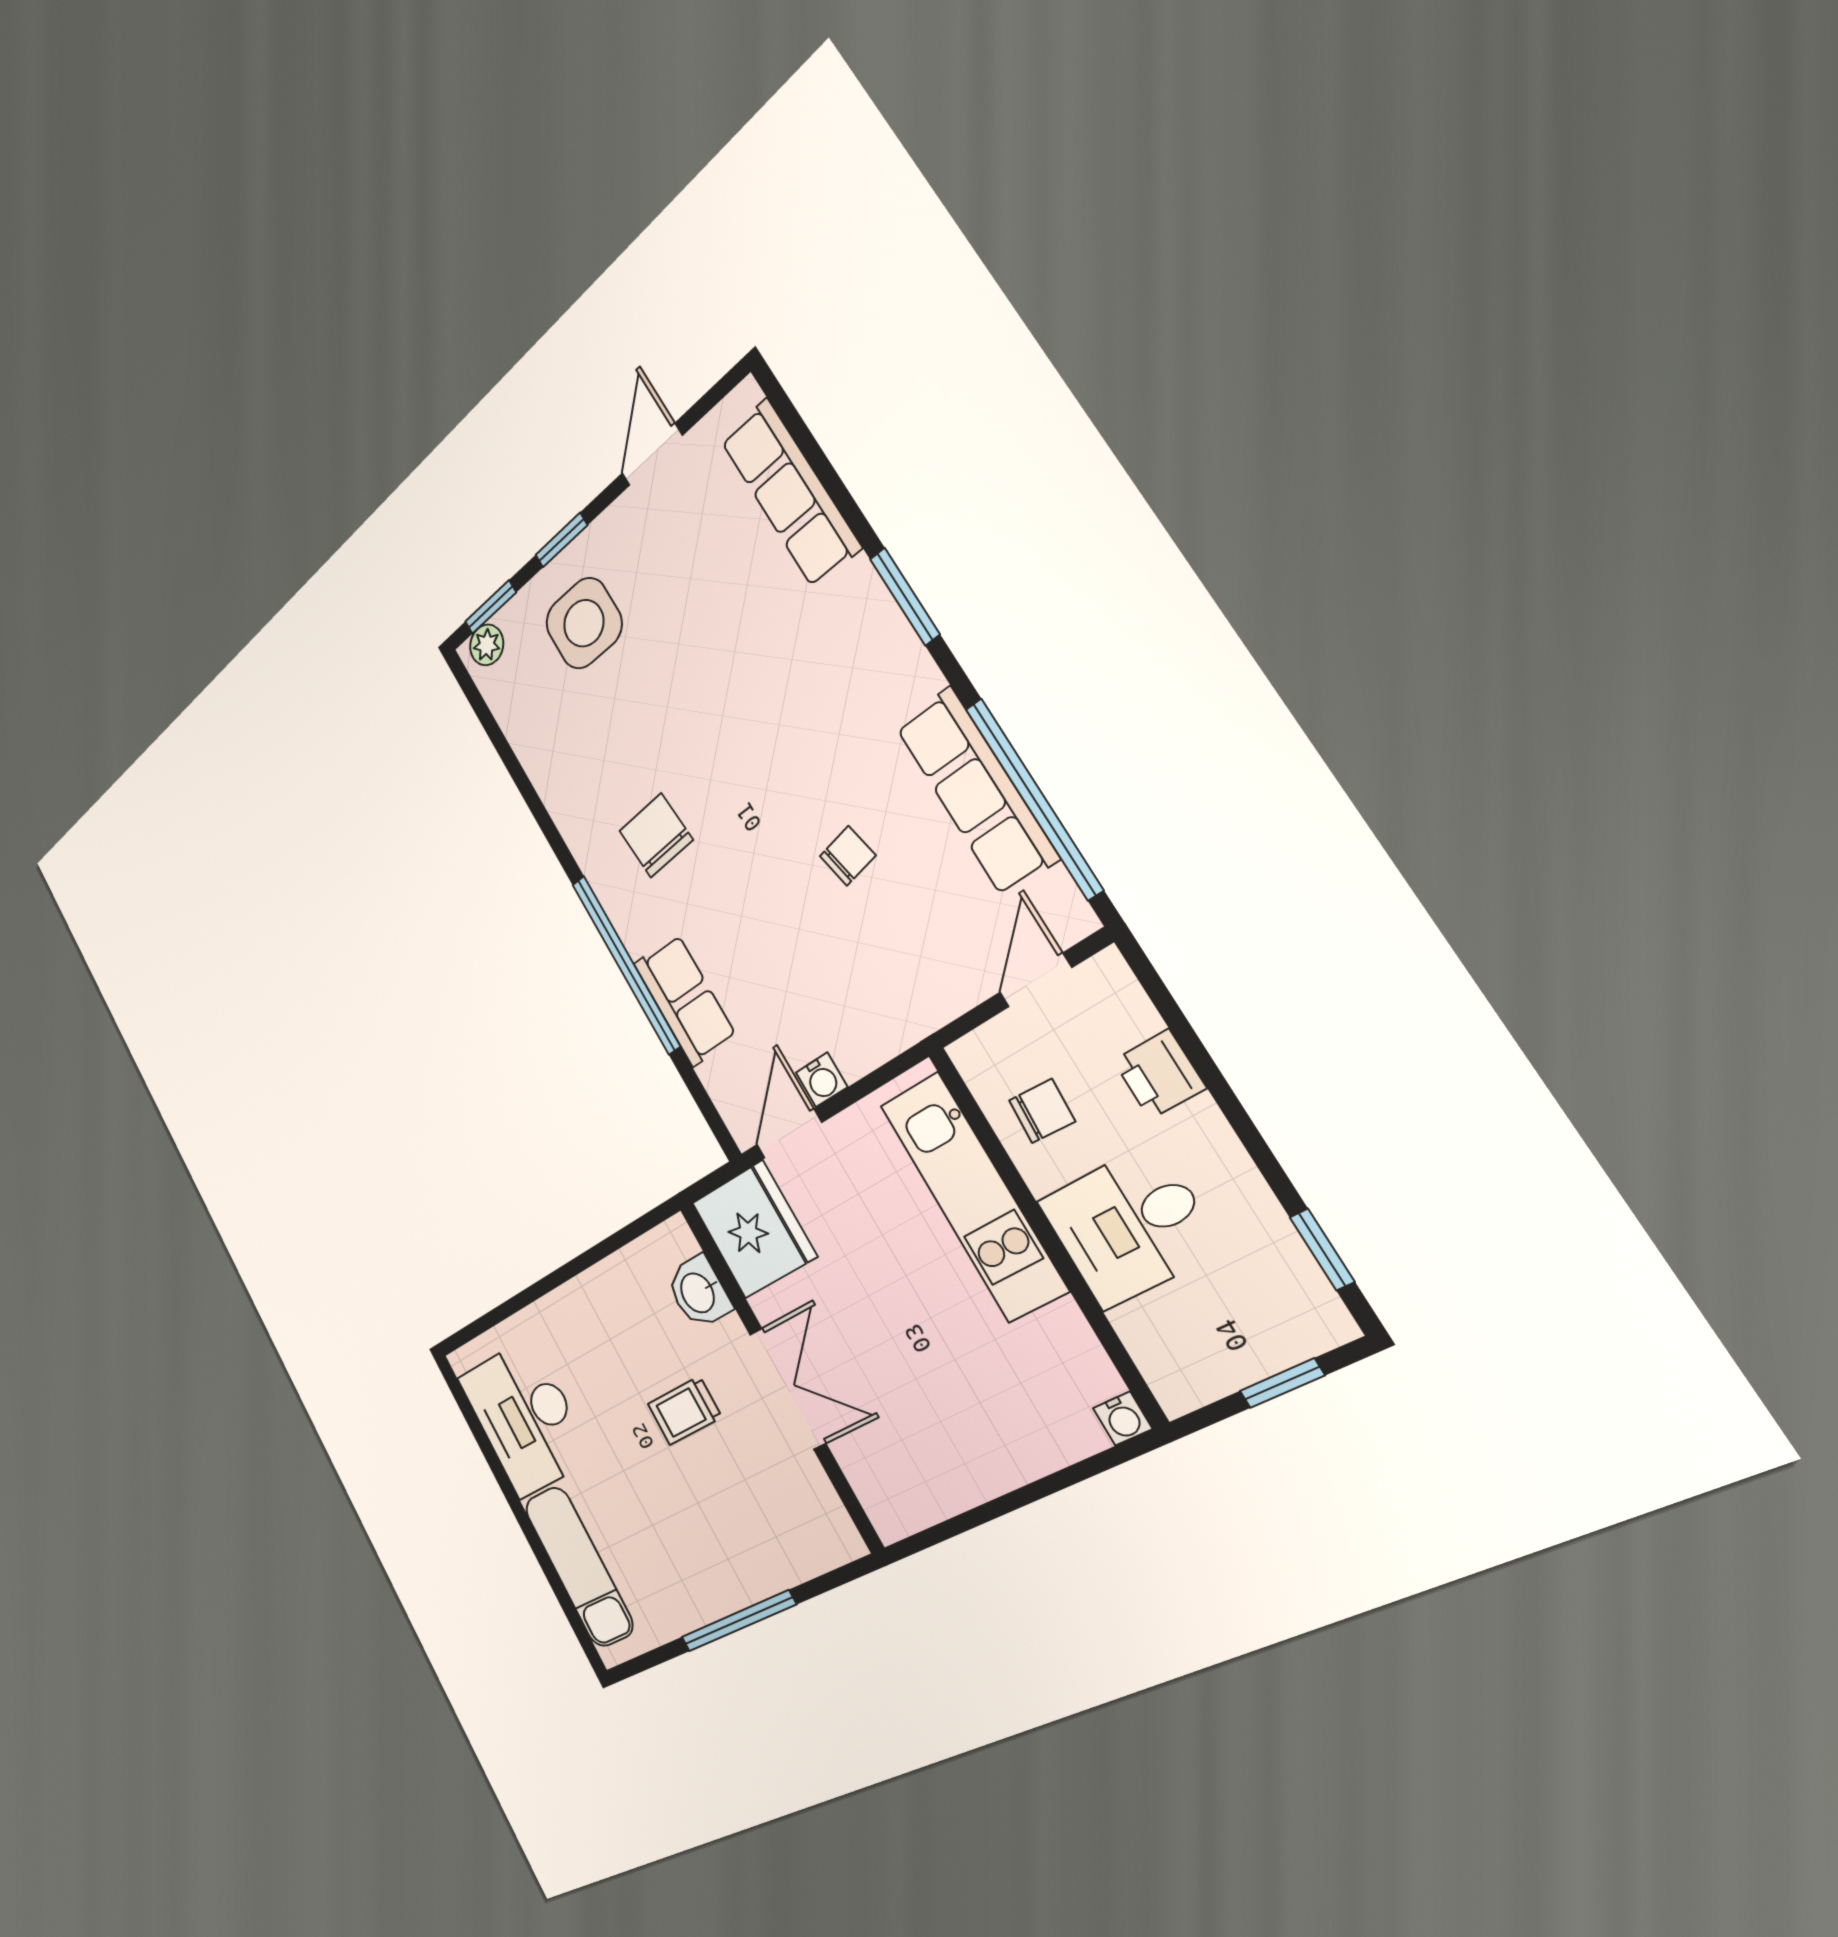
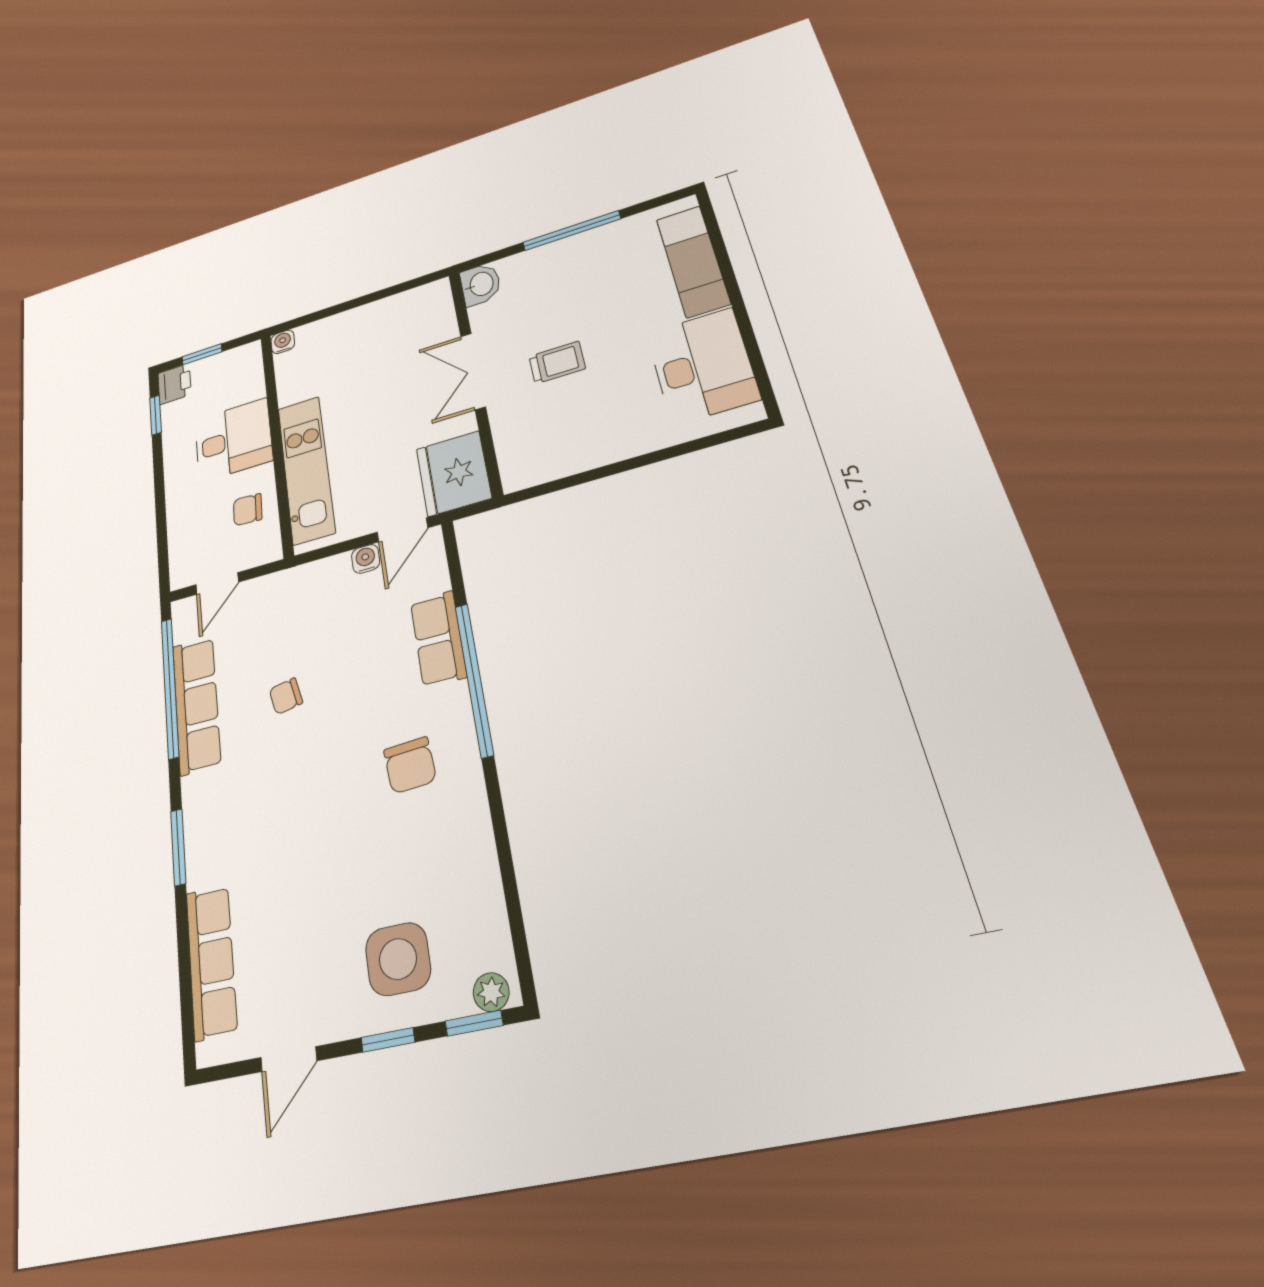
printer: (1159, 1074) -> (174, 384), moved
washbasin: (699, 1292) -> (481, 284), moved

